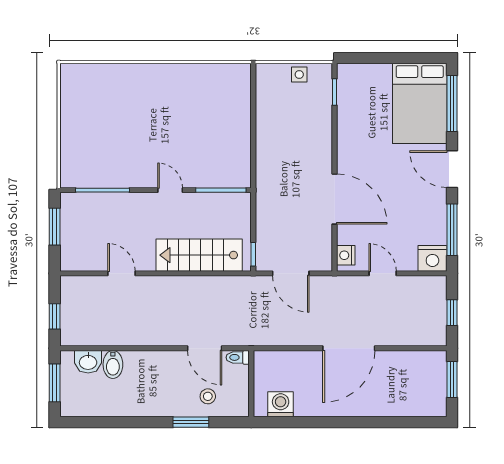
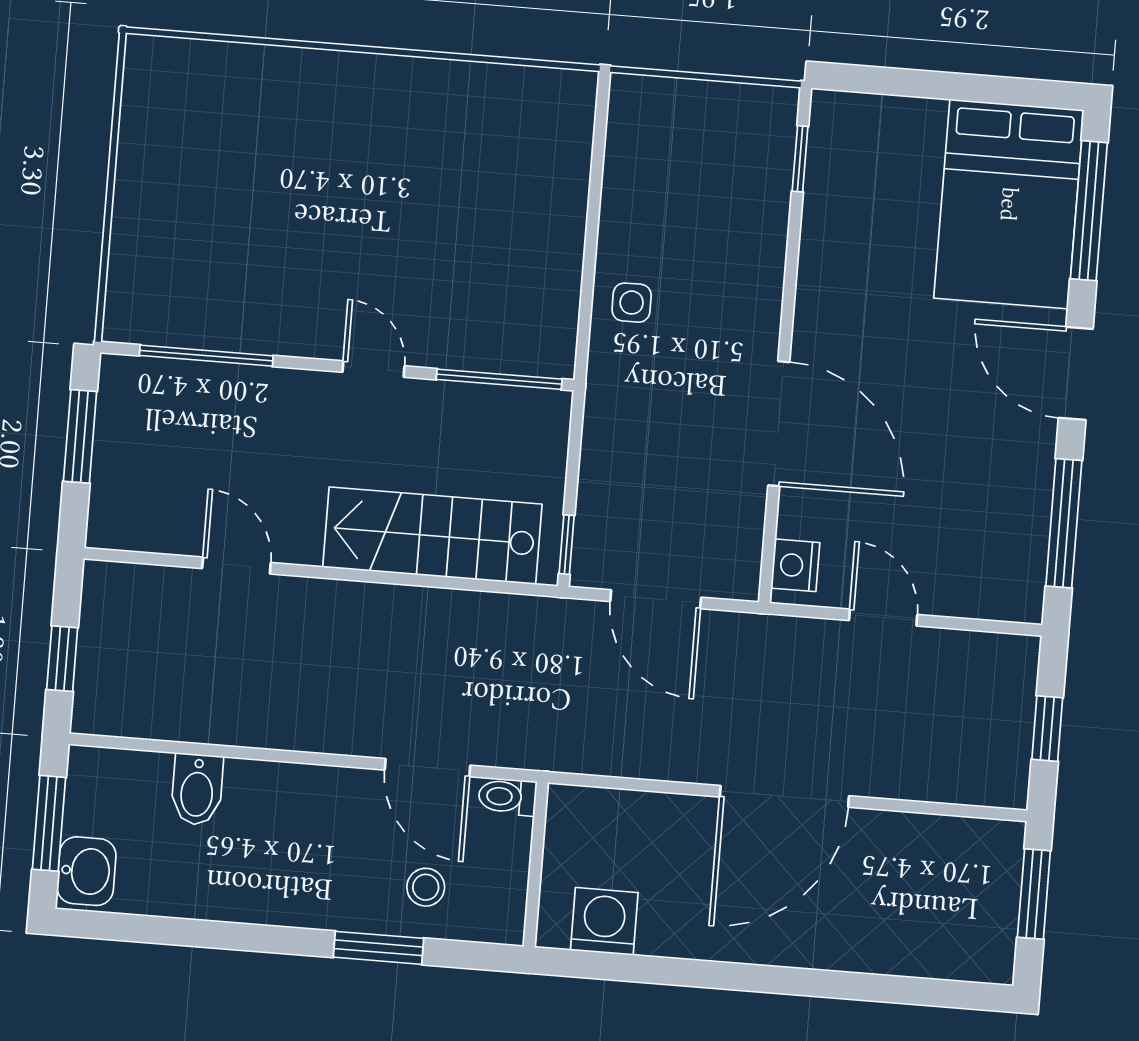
side table: (299, 75) -> (632, 303), moved
nightstand: (432, 258) -> (1010, 590), removed
washbasin: (88, 362) -> (86, 871), moved, turned -90

